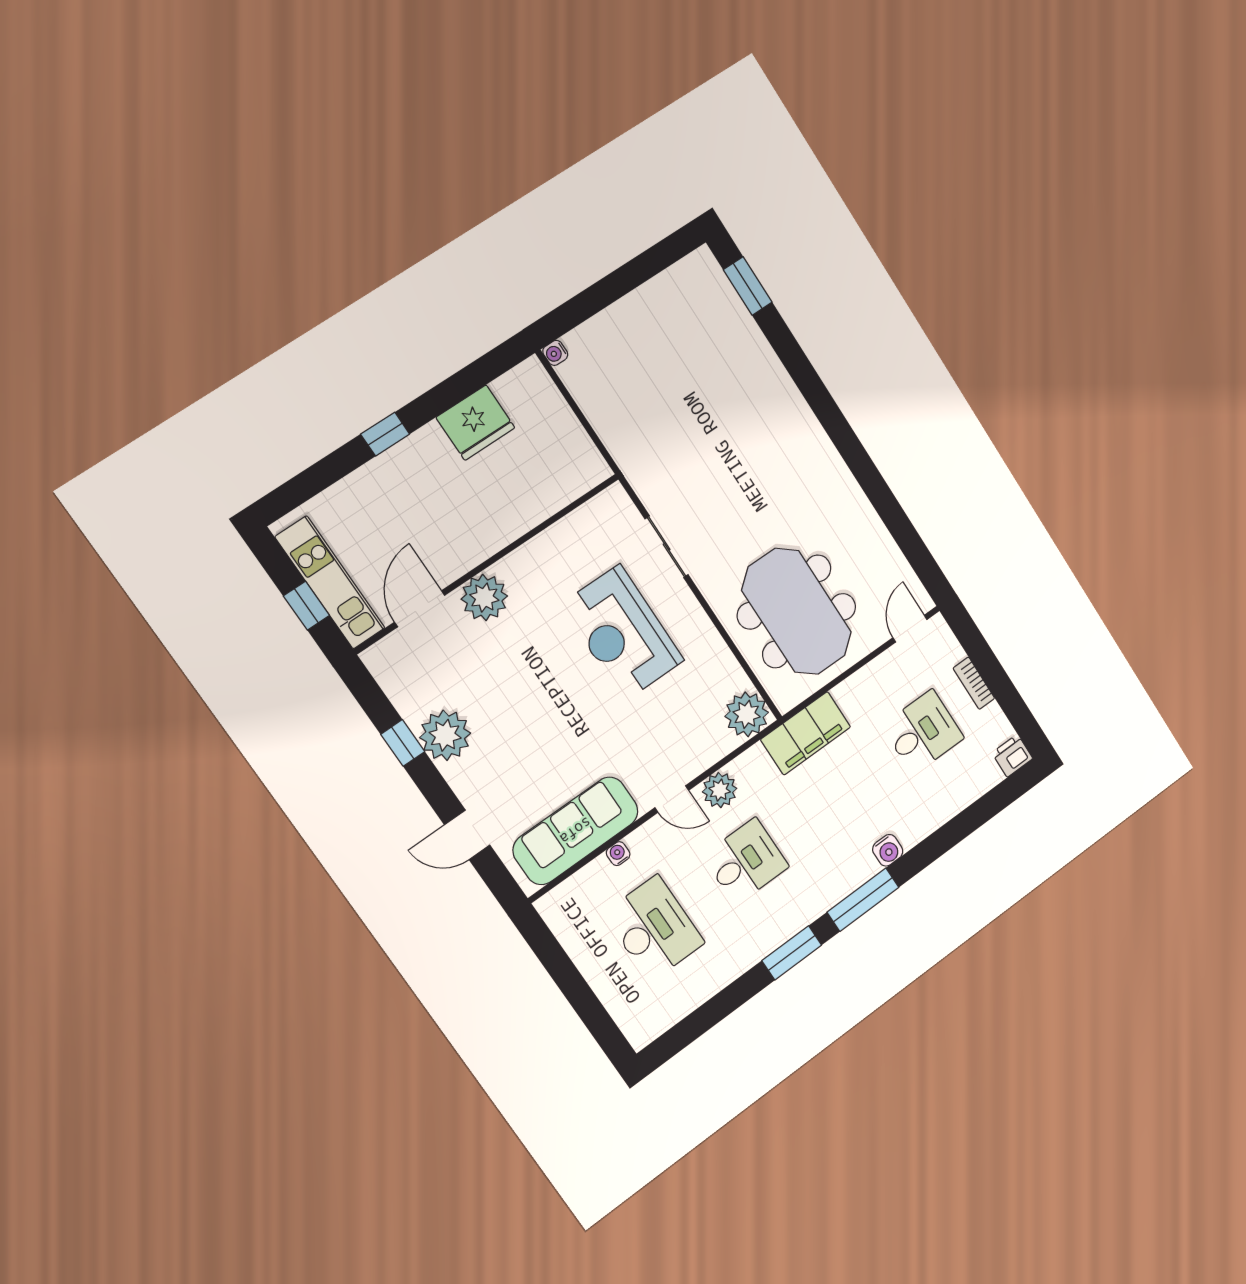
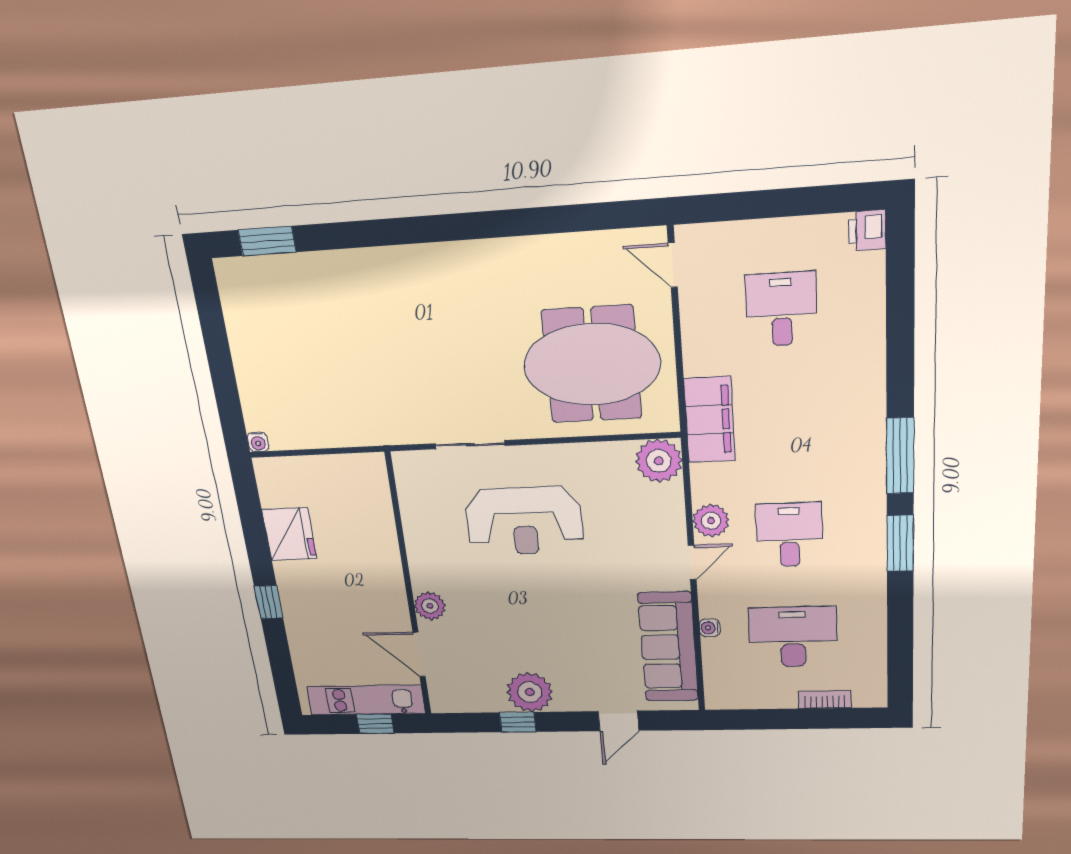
plant: (484, 598) -> (430, 606), width x0.73, depth x0.73
bookcase: (974, 683) -> (825, 699), moved, turned 180
water cooler: (888, 850) -> (871, 407), removed

